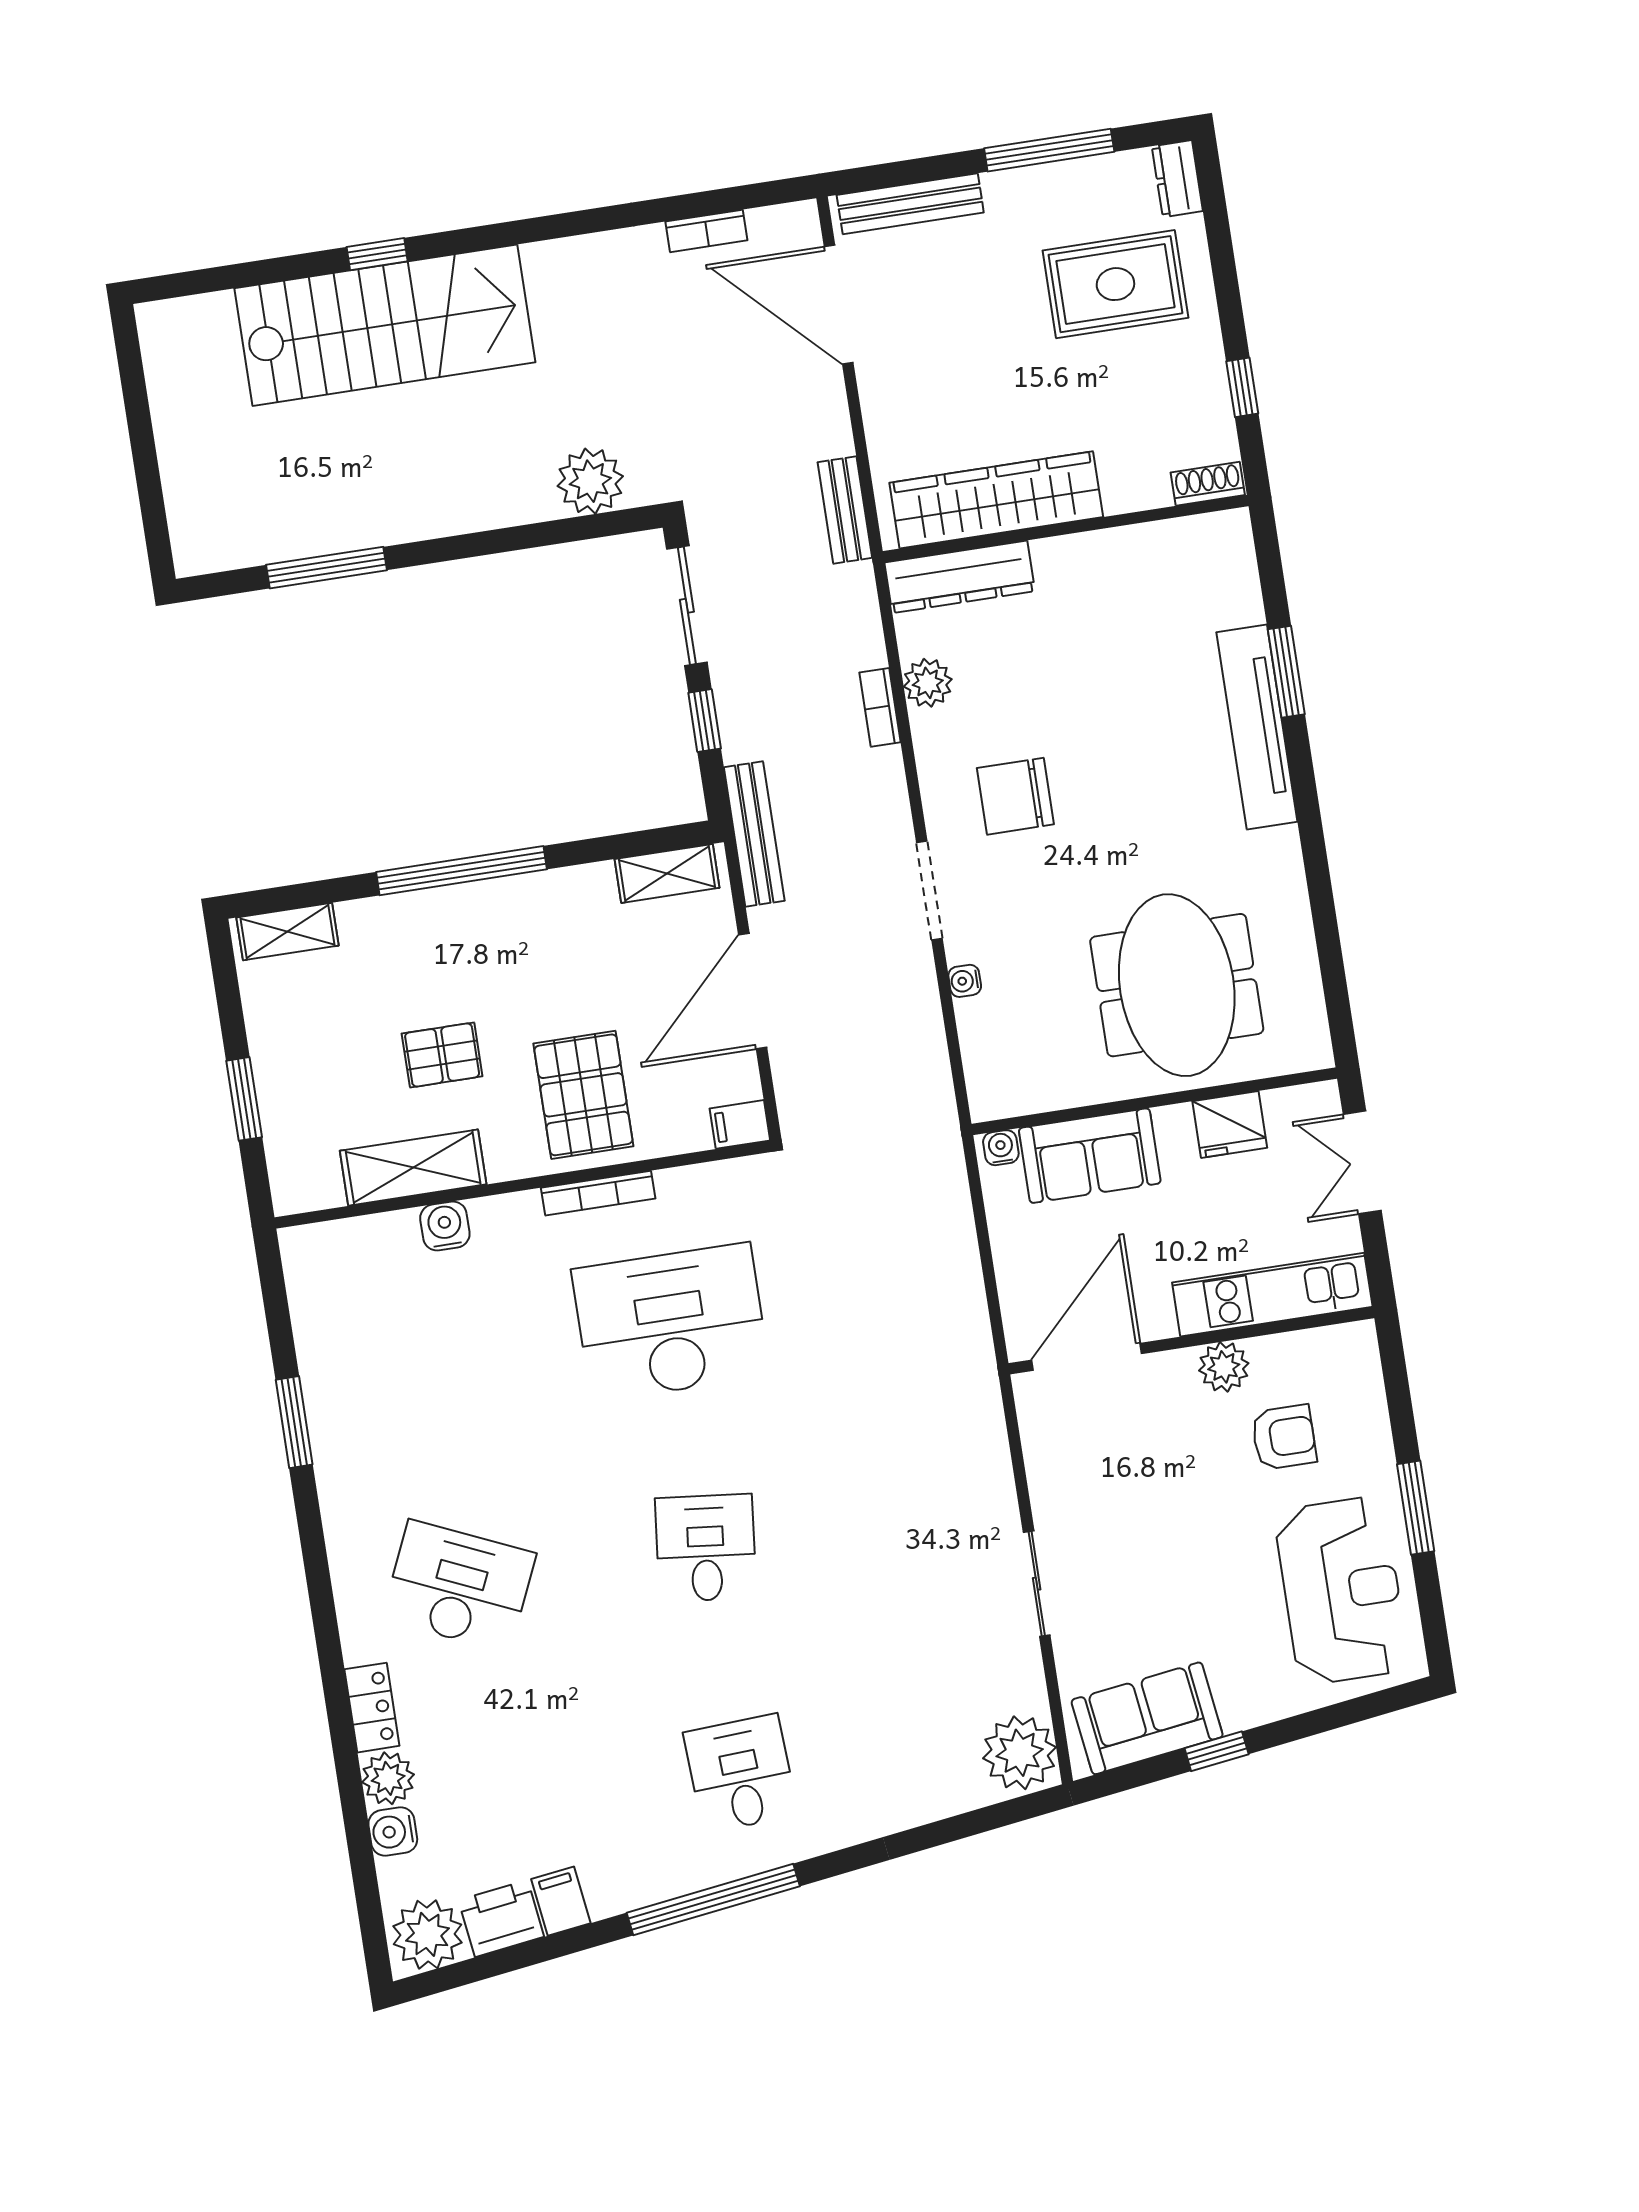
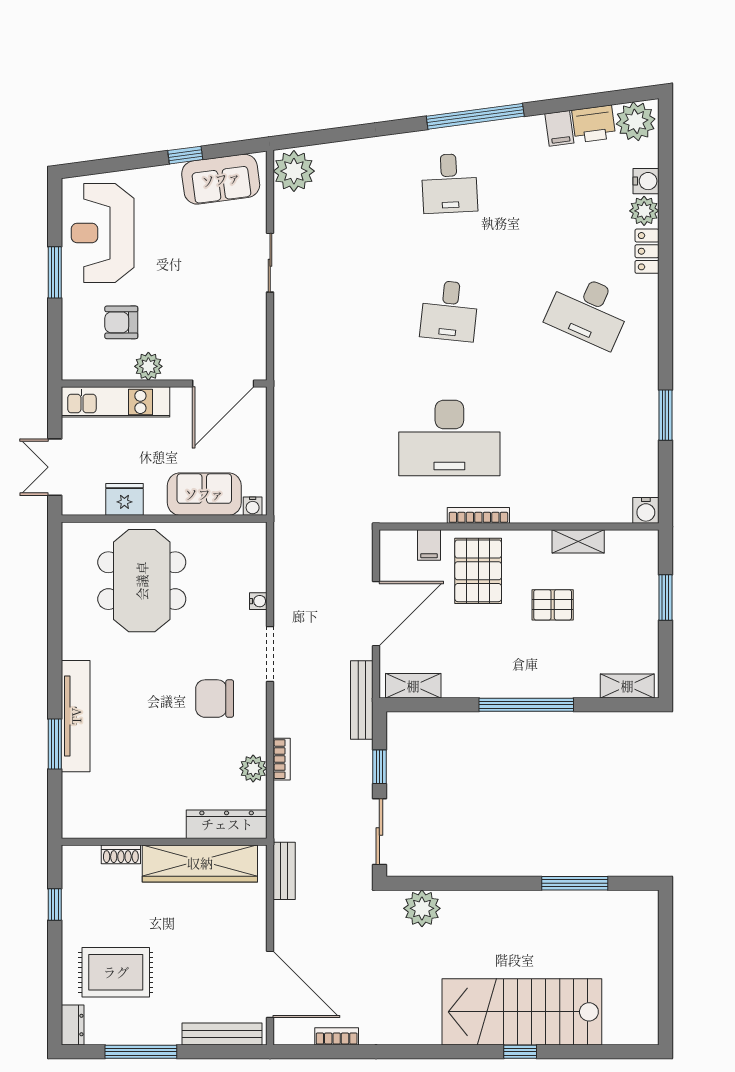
shoe rack: (1208, 484) -> (121, 854), moved
chair: (1015, 796) -> (215, 699), turned 180
filing cabinet: (740, 1124) -> (429, 545), moved, turned 90
double door: (1362, 1162) -> (55, 467), swing flipped
shelving: (413, 1168) -> (578, 541), width x0.67, depth x0.75
water cooler: (445, 1226) -> (646, 510), moved

